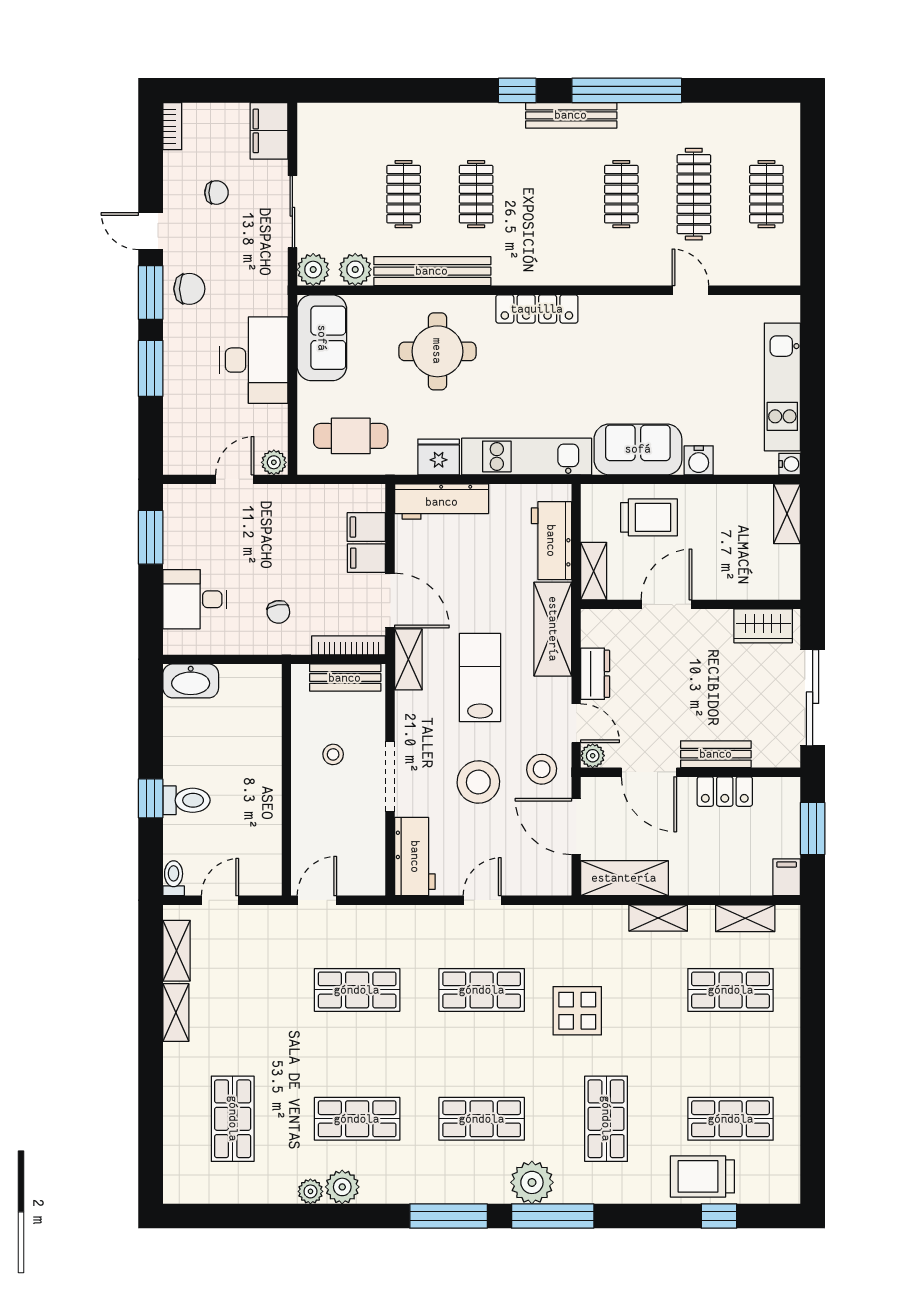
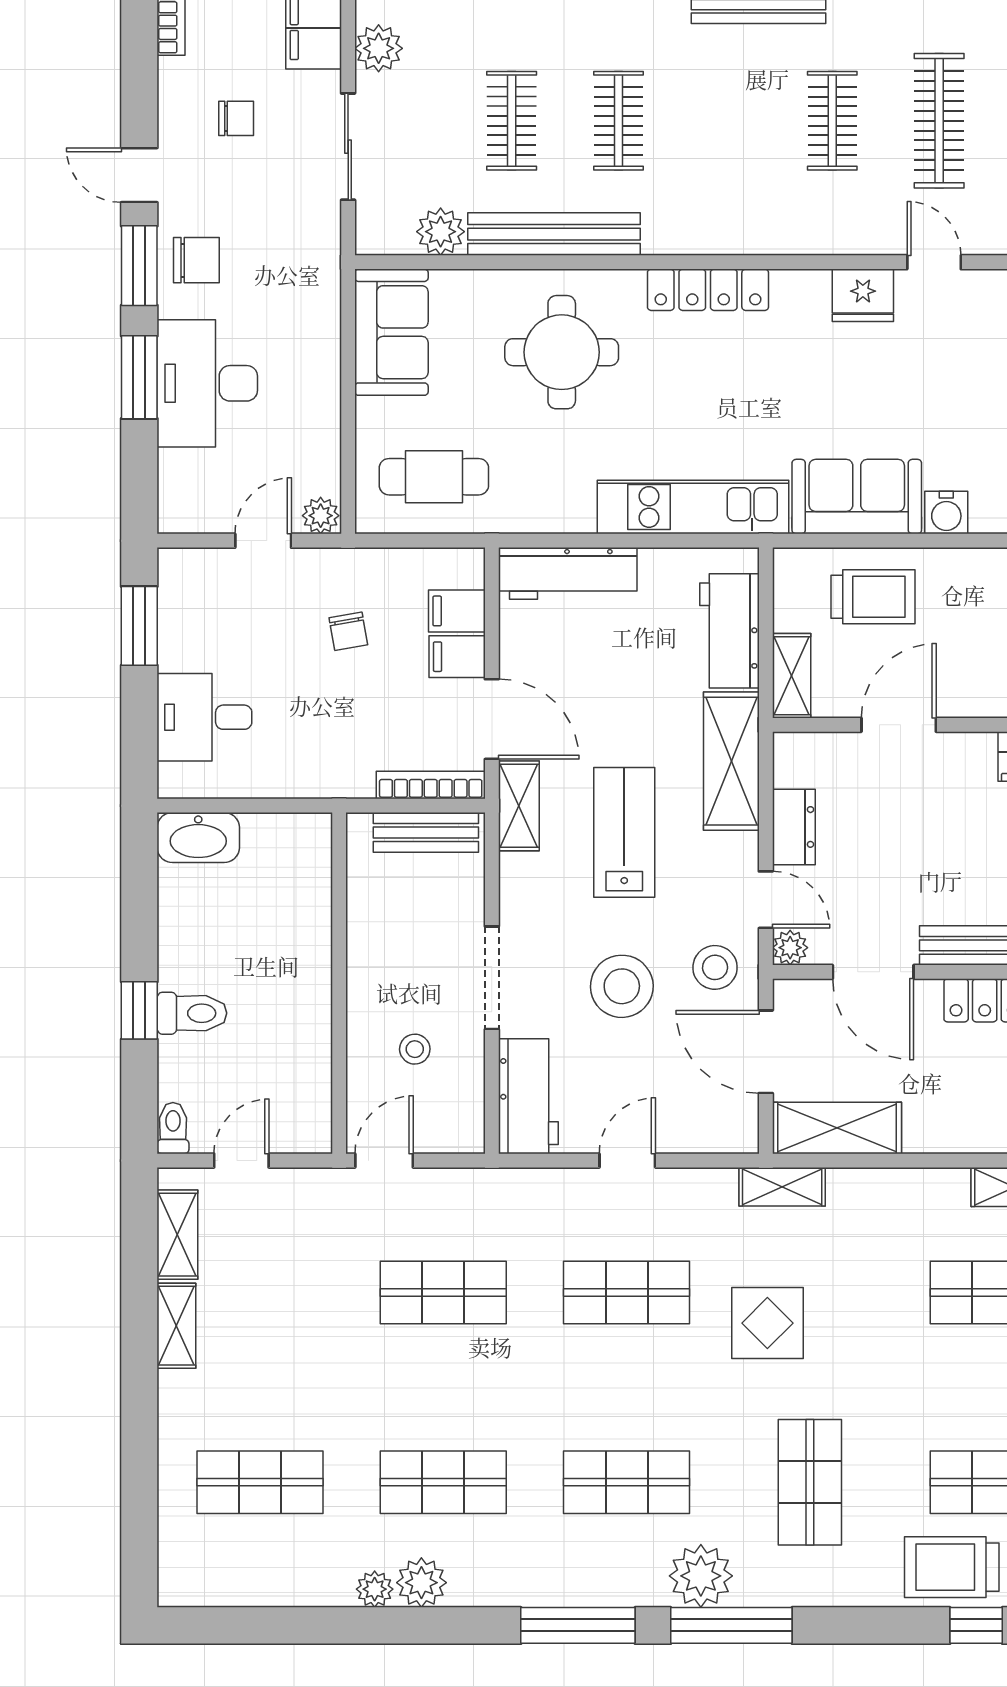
plant: (313, 270) -> (379, 48), moved
desk: (254, 360) -> (207, 383), moved, turned 180
fridge: (439, 457) -> (863, 295), moved, turned 180
chair: (278, 612) -> (348, 631), moved
stool: (333, 754) -> (415, 1049), moved
shelving: (658, 918) -> (782, 1187), moved
shop shelf: (233, 1119) -> (260, 1482), turned 90

